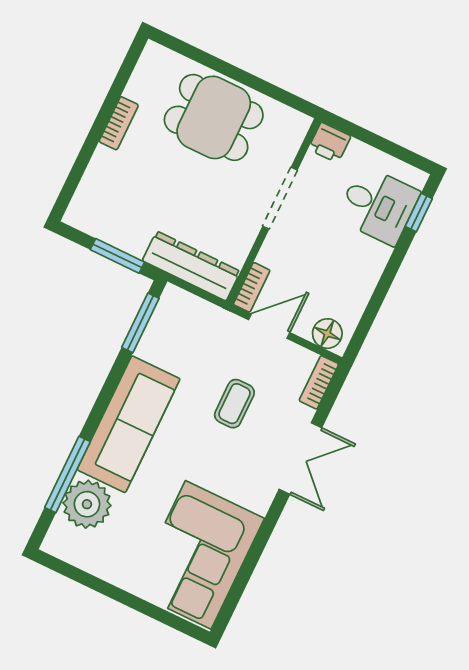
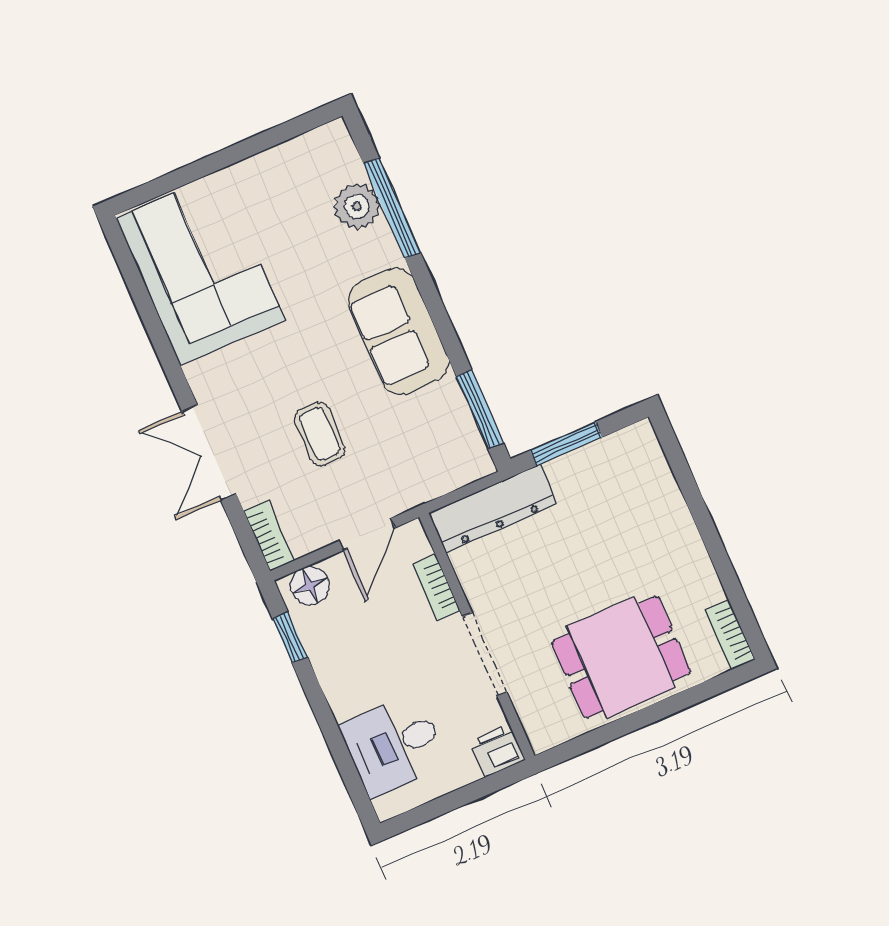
bookcase: (119, 123) -> (730, 635), moved
window: (419, 213) -> (290, 637), moved
bookcase: (252, 287) -> (436, 587), moved
sofa: (129, 424) -> (398, 332), width x0.73
plant: (87, 504) -> (357, 206), width x0.73, depth x0.73

